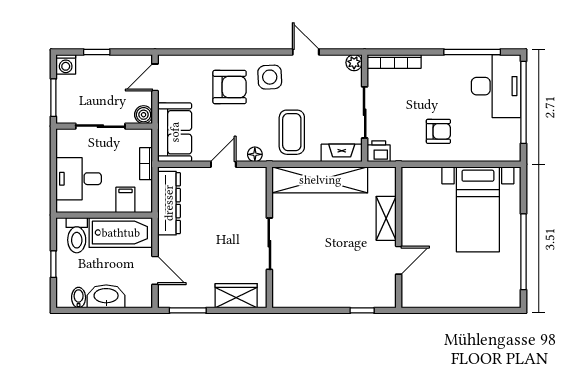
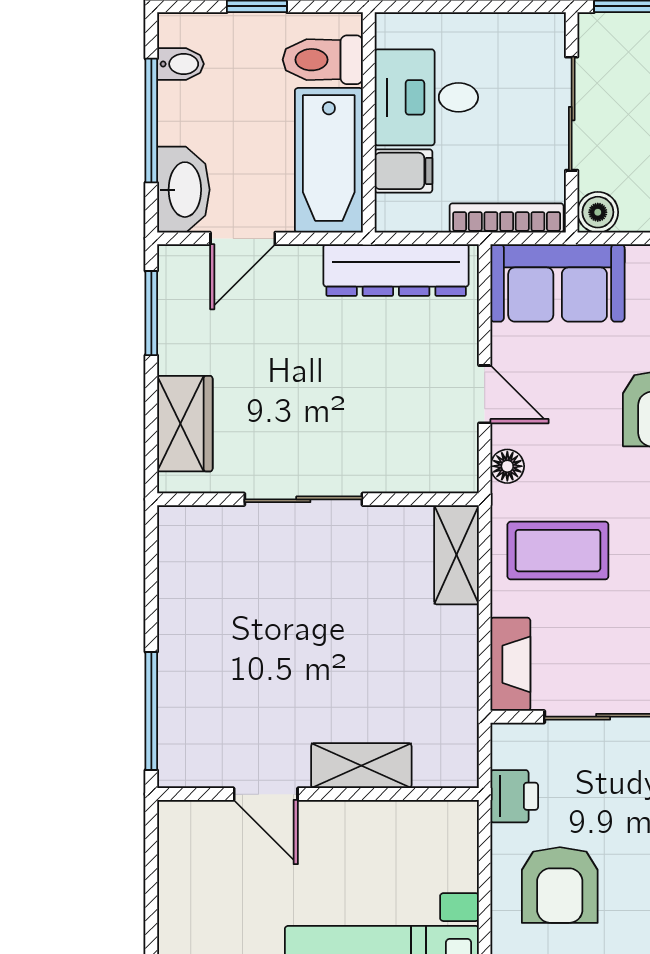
armchair: (438, 131) -> (560, 885), width x1.38, depth x1.38
printer: (379, 151) -> (514, 796), moved
bookcase: (146, 164) -> (507, 218), width x1.56
desk: (79, 179) -> (426, 97), moved, turned -90
shelving: (320, 180) -> (457, 555), width x0.45, depth x0.75
washbasin: (106, 296) -> (183, 190), moved
window: (103, 310) -> (151, 121), added
window: (362, 310) -> (151, 711), width x2.17

